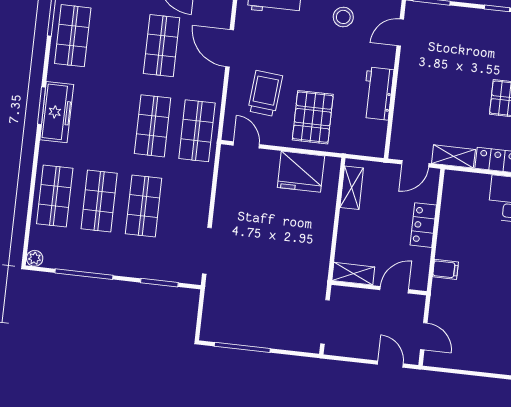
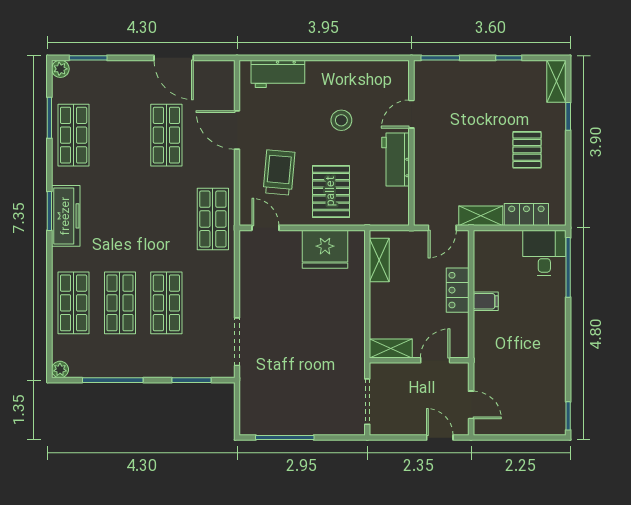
stool: (343, 17) -> (341, 120), moved
door: (400, 33) -> (411, 114), moved
shop shelf: (153, 126) -> (166, 219), removed
filing cabinet: (445, 269) -> (486, 301), moved

